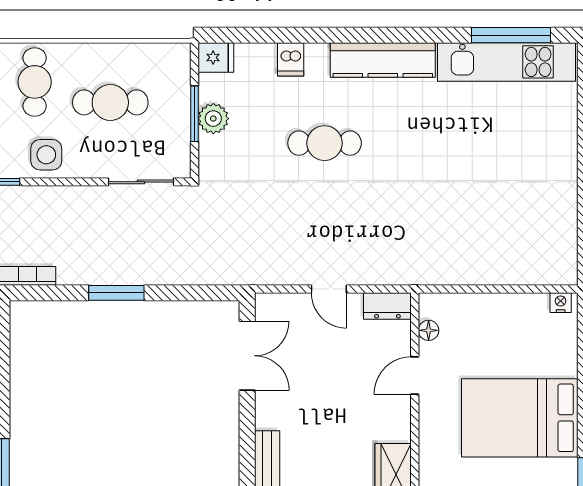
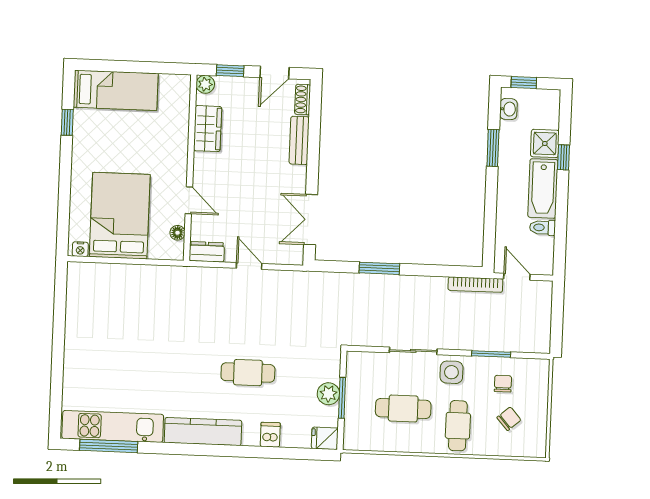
sliding door: (141, 182) -> (413, 351), moved
window: (116, 293) -> (379, 268), moved
door: (415, 375) -> (189, 200), hinge flipped
bed: (520, 418) -> (120, 216), moved, turned -90

